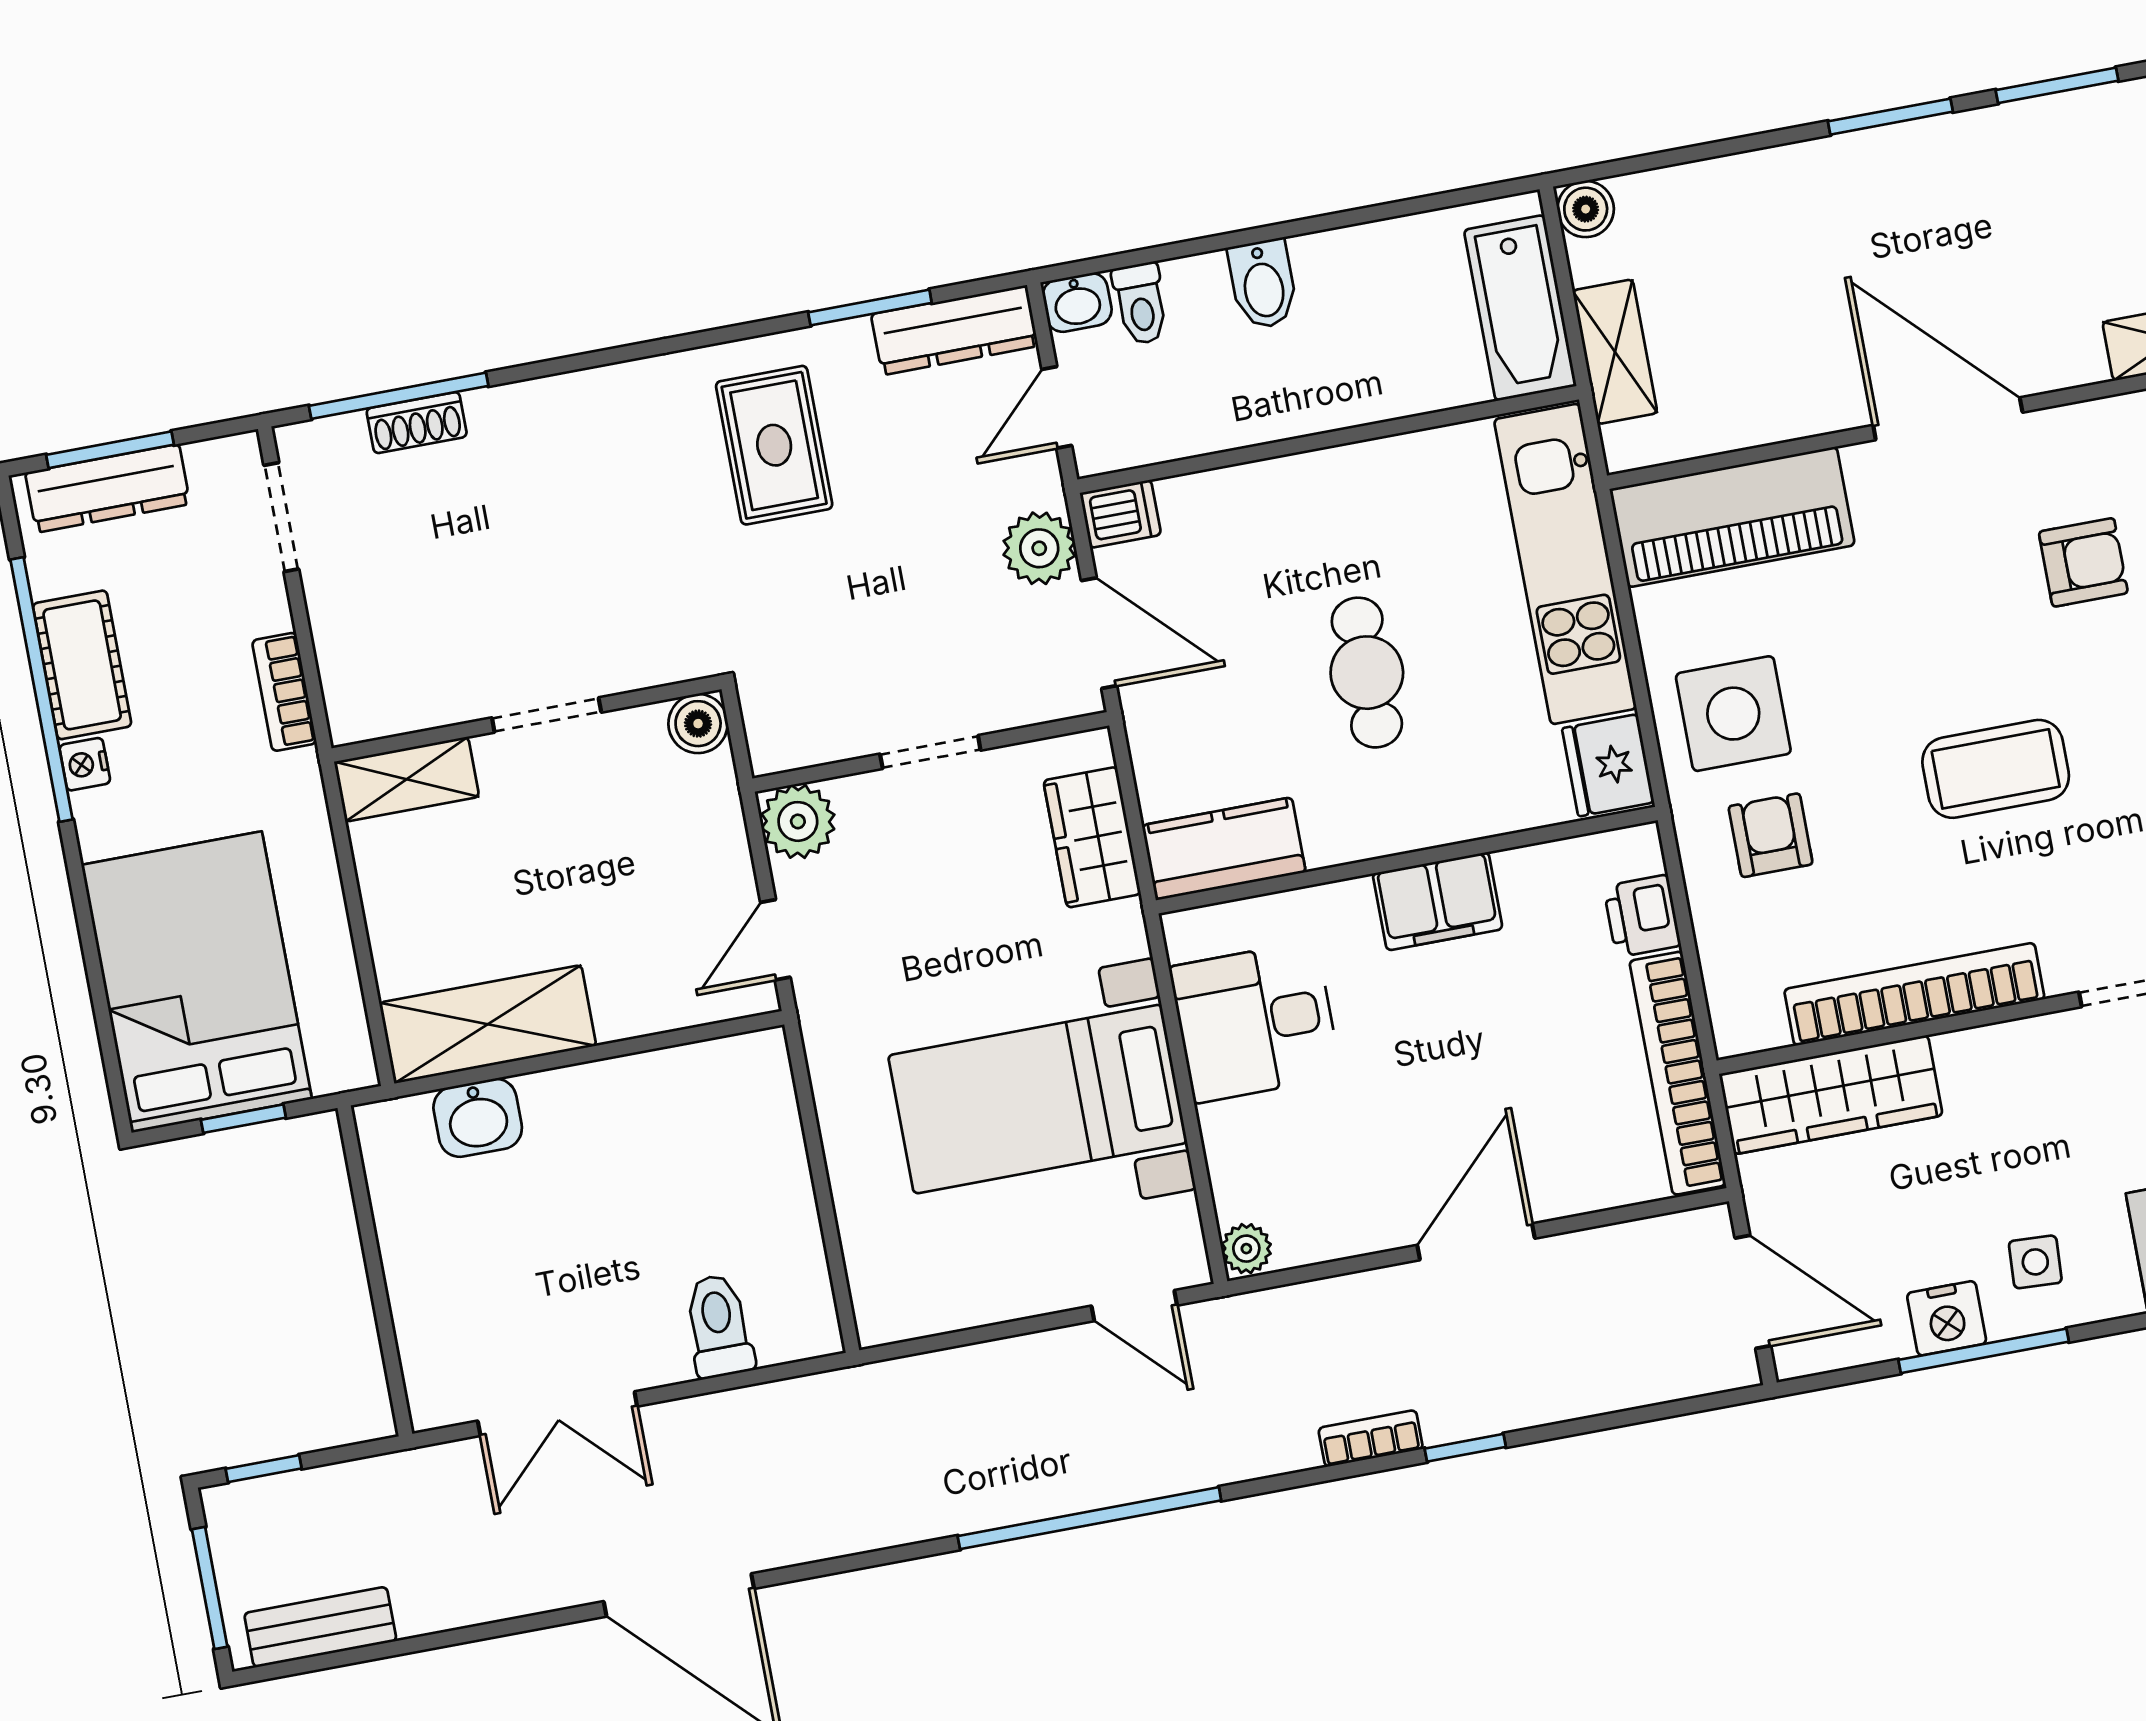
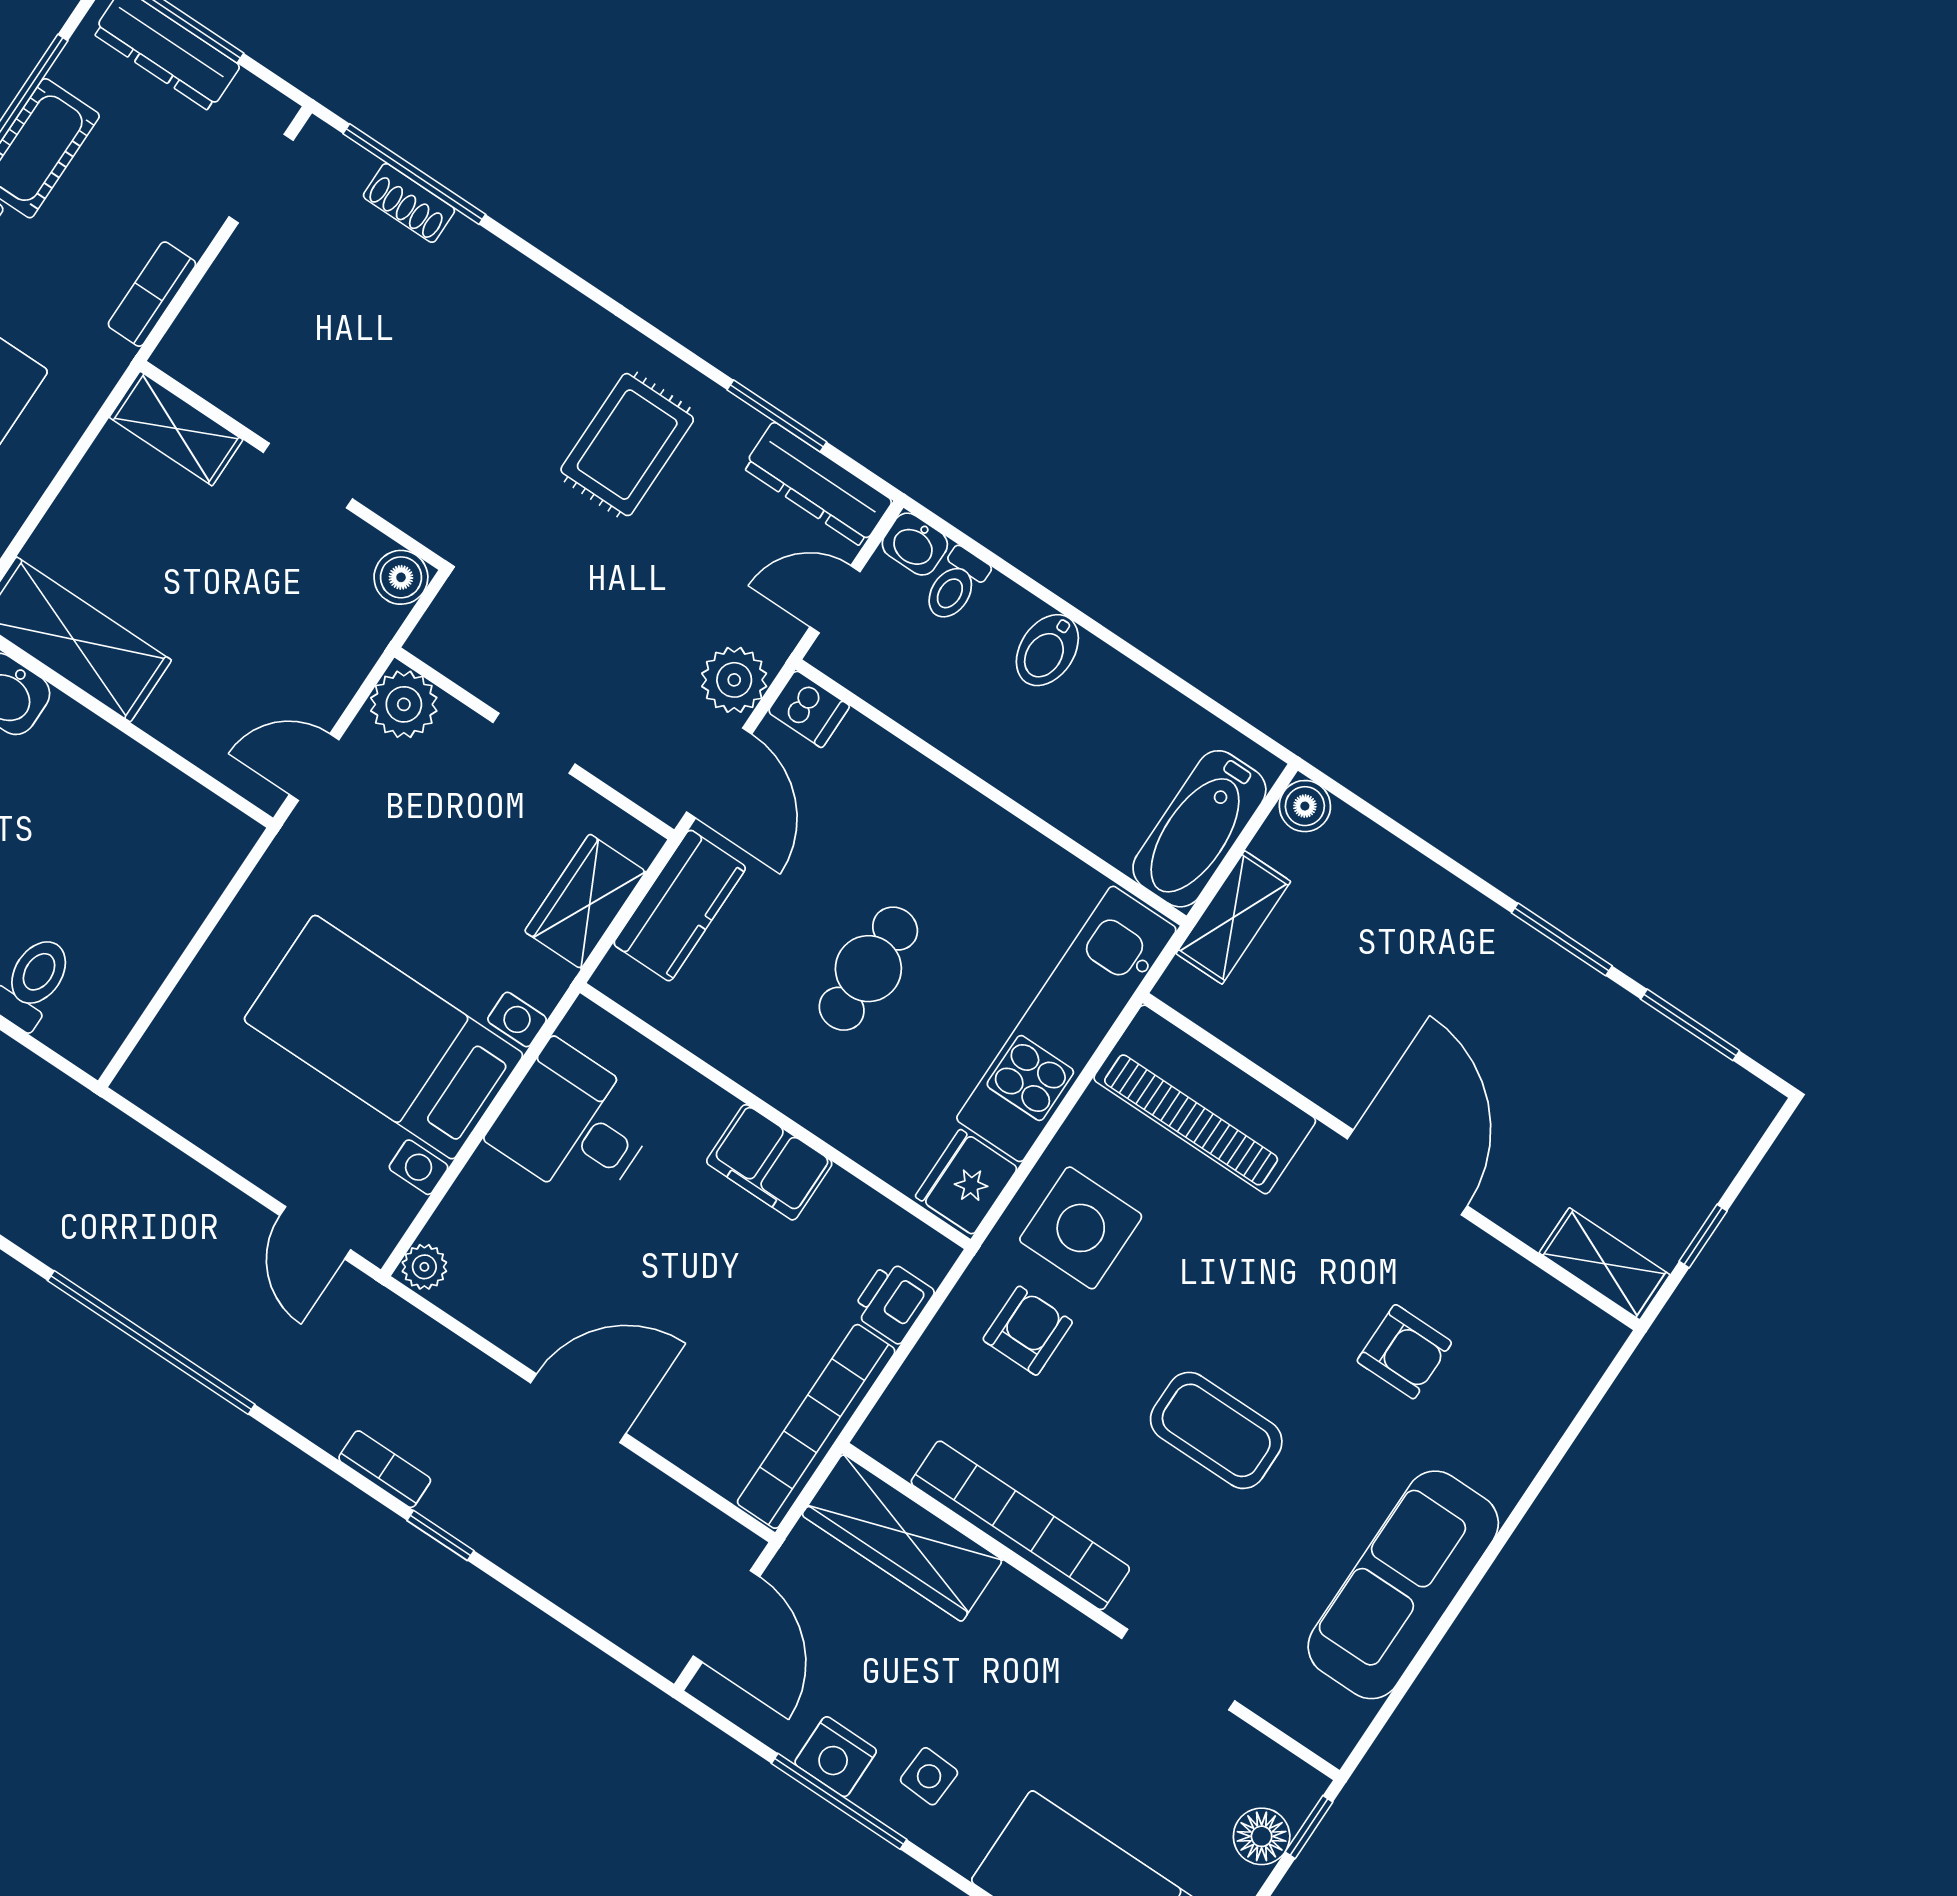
kitchen counter: (1224, 849) -> (680, 906), moved, turned 90

